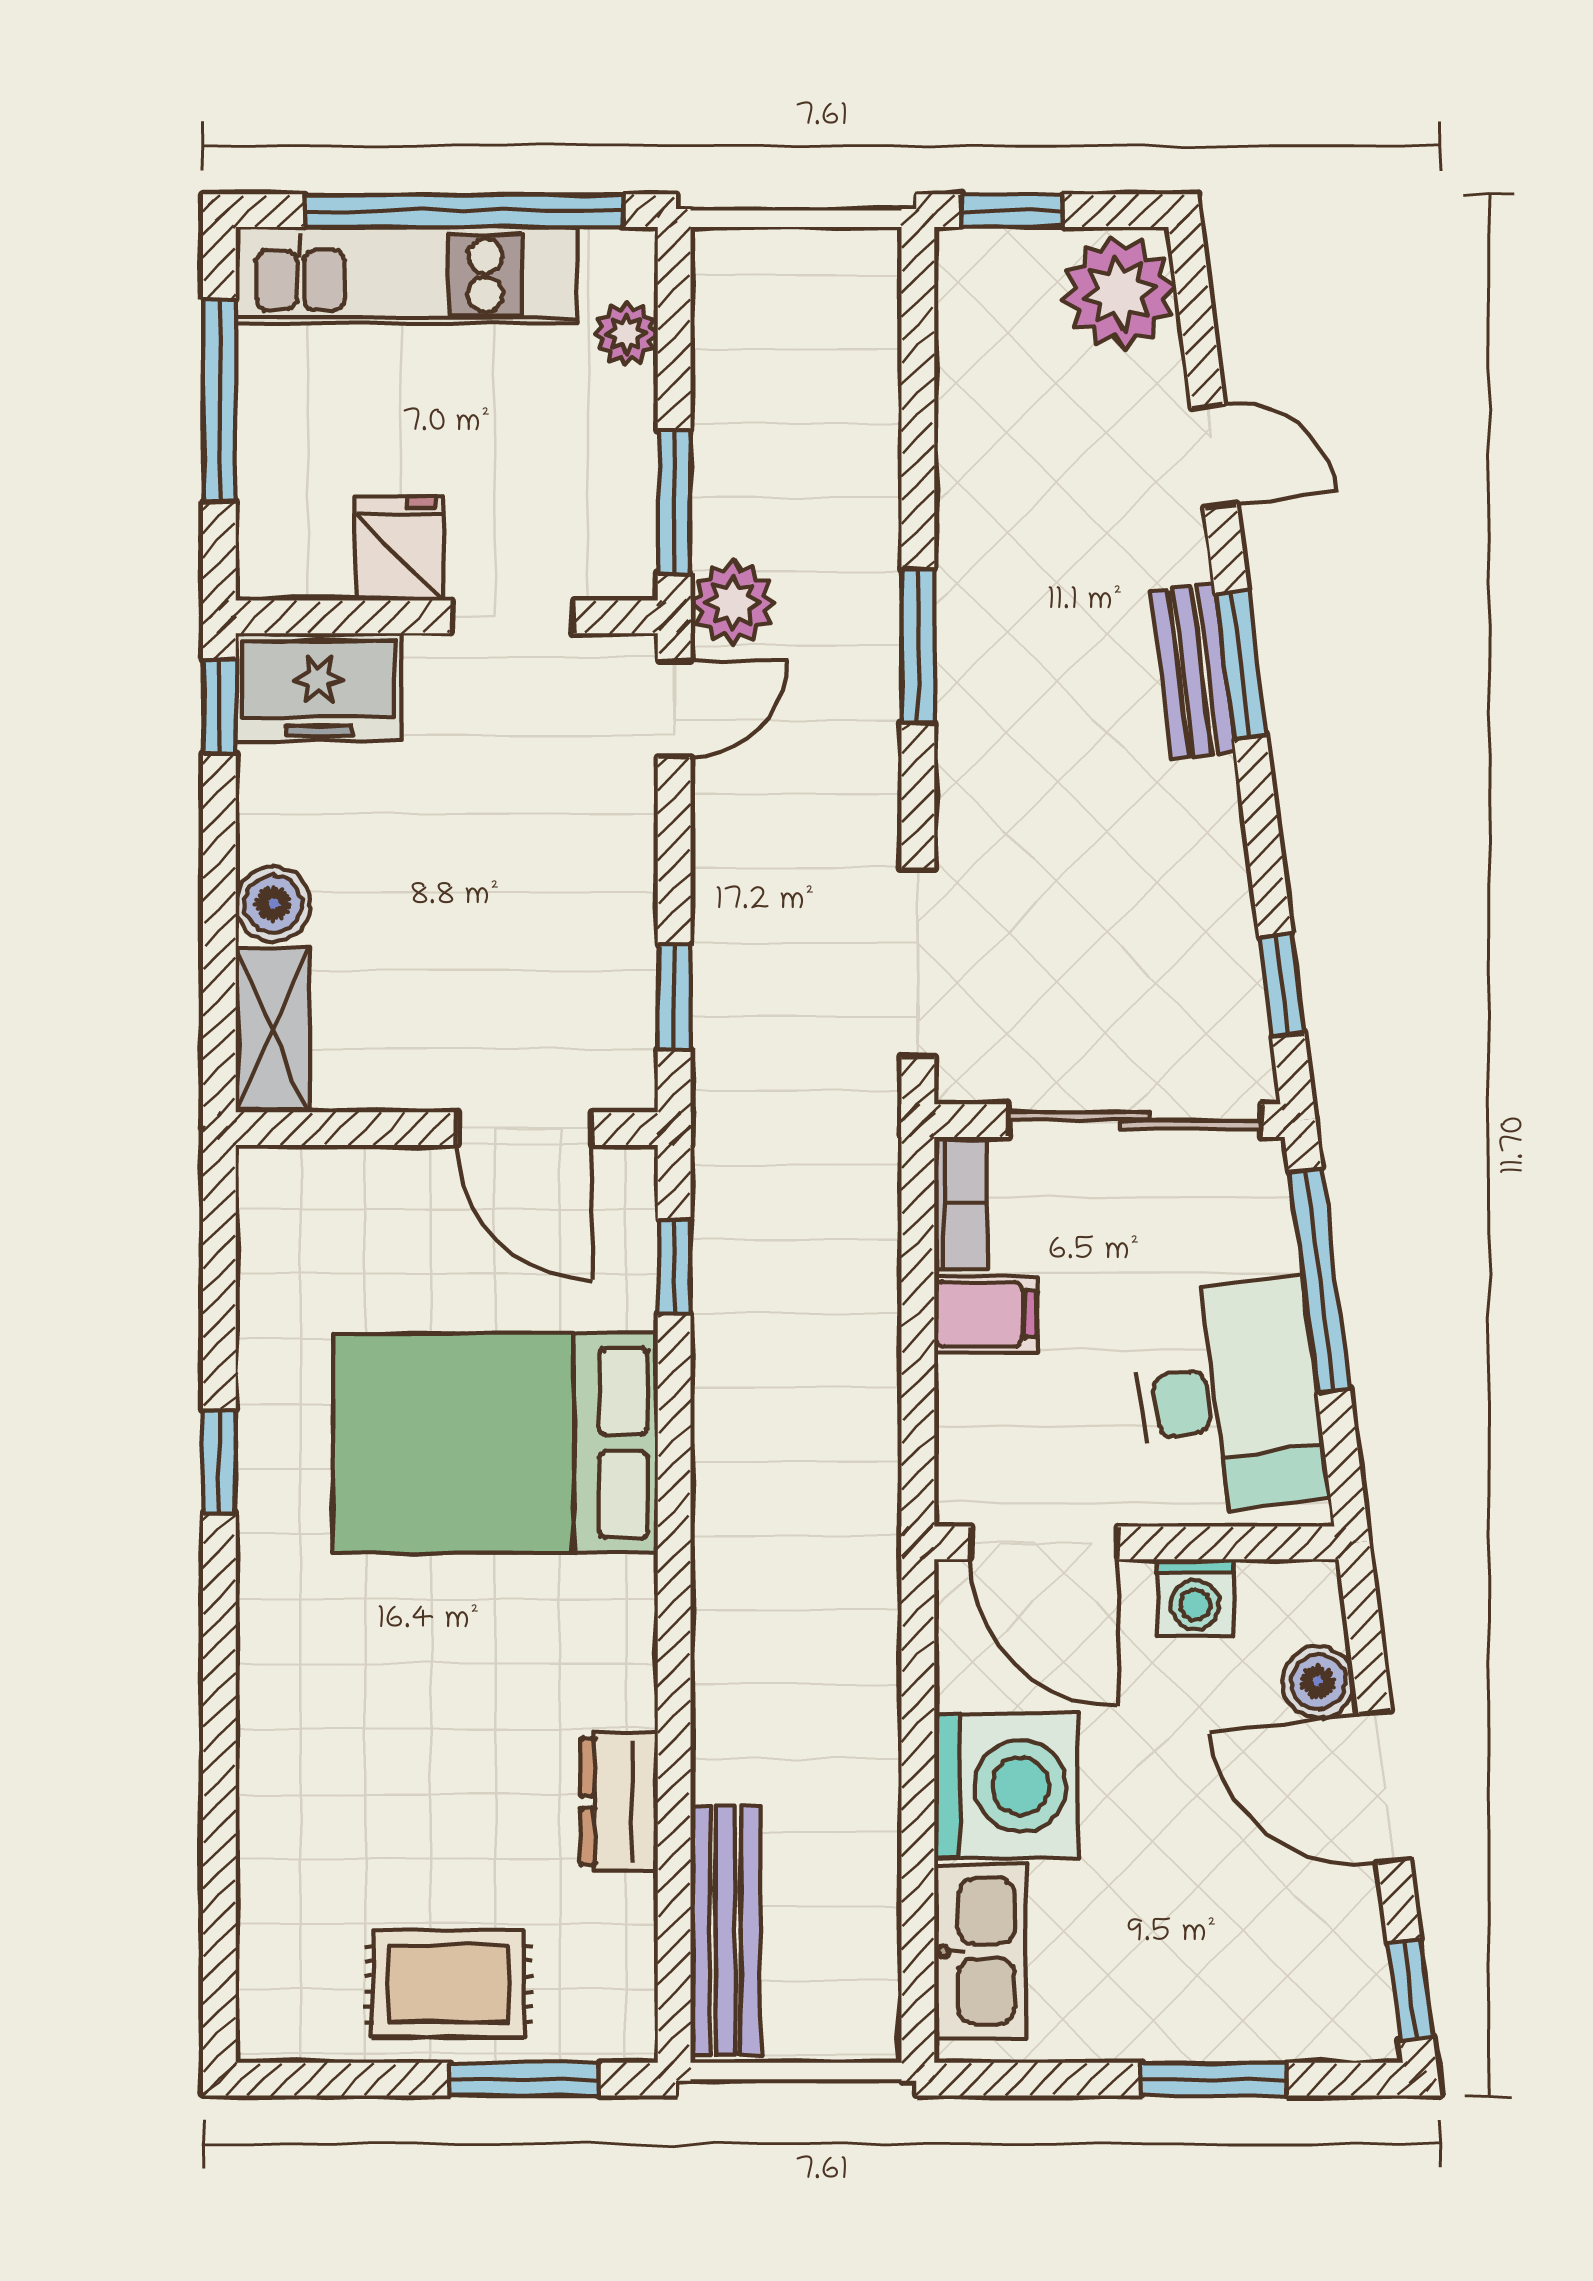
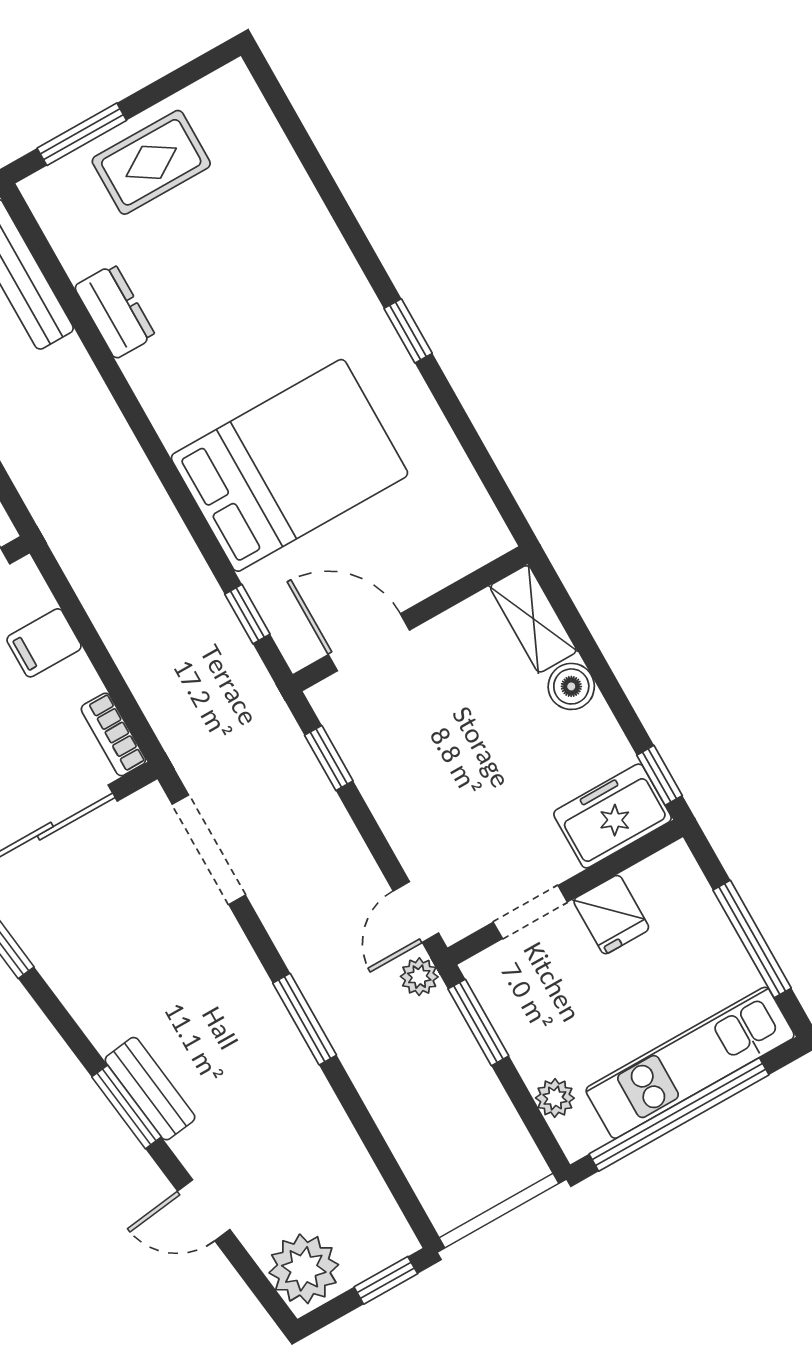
plant: (733, 603) -> (419, 977), width x0.73, depth x0.73
filing cabinet: (986, 1314) -> (44, 643), moved
window: (219, 1462) -> (408, 331), moved

